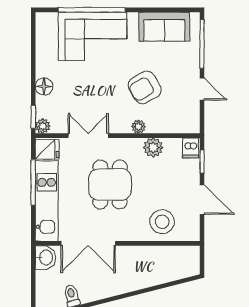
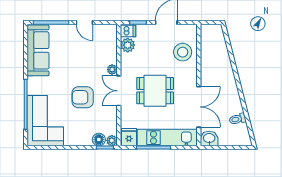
sofa: (164, 27) -> (38, 50), width x1.36
corner sofa: (93, 36) -> (45, 121), moved
floor lamp: (44, 86) -> (99, 140), moved
armchair: (145, 87) -> (83, 97), moved, turned 120
door: (202, 89) -> (84, 22), swing flipped
double door: (88, 136) -> (119, 91), moved
plant: (153, 148) -> (128, 45), moved

